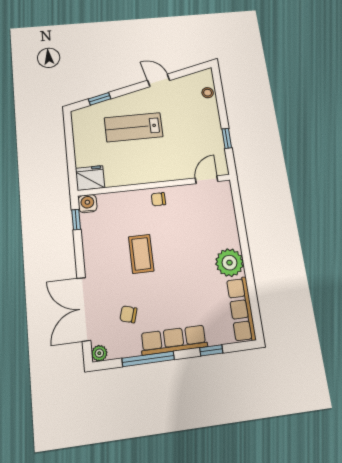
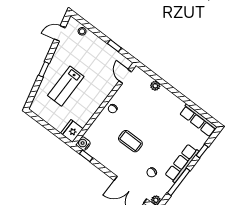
door: (159, 80) -> (60, 33), moved
window: (99, 99) -> (44, 69), moved
plant: (230, 263) -> (155, 86), moved, width x0.53, depth x0.53

